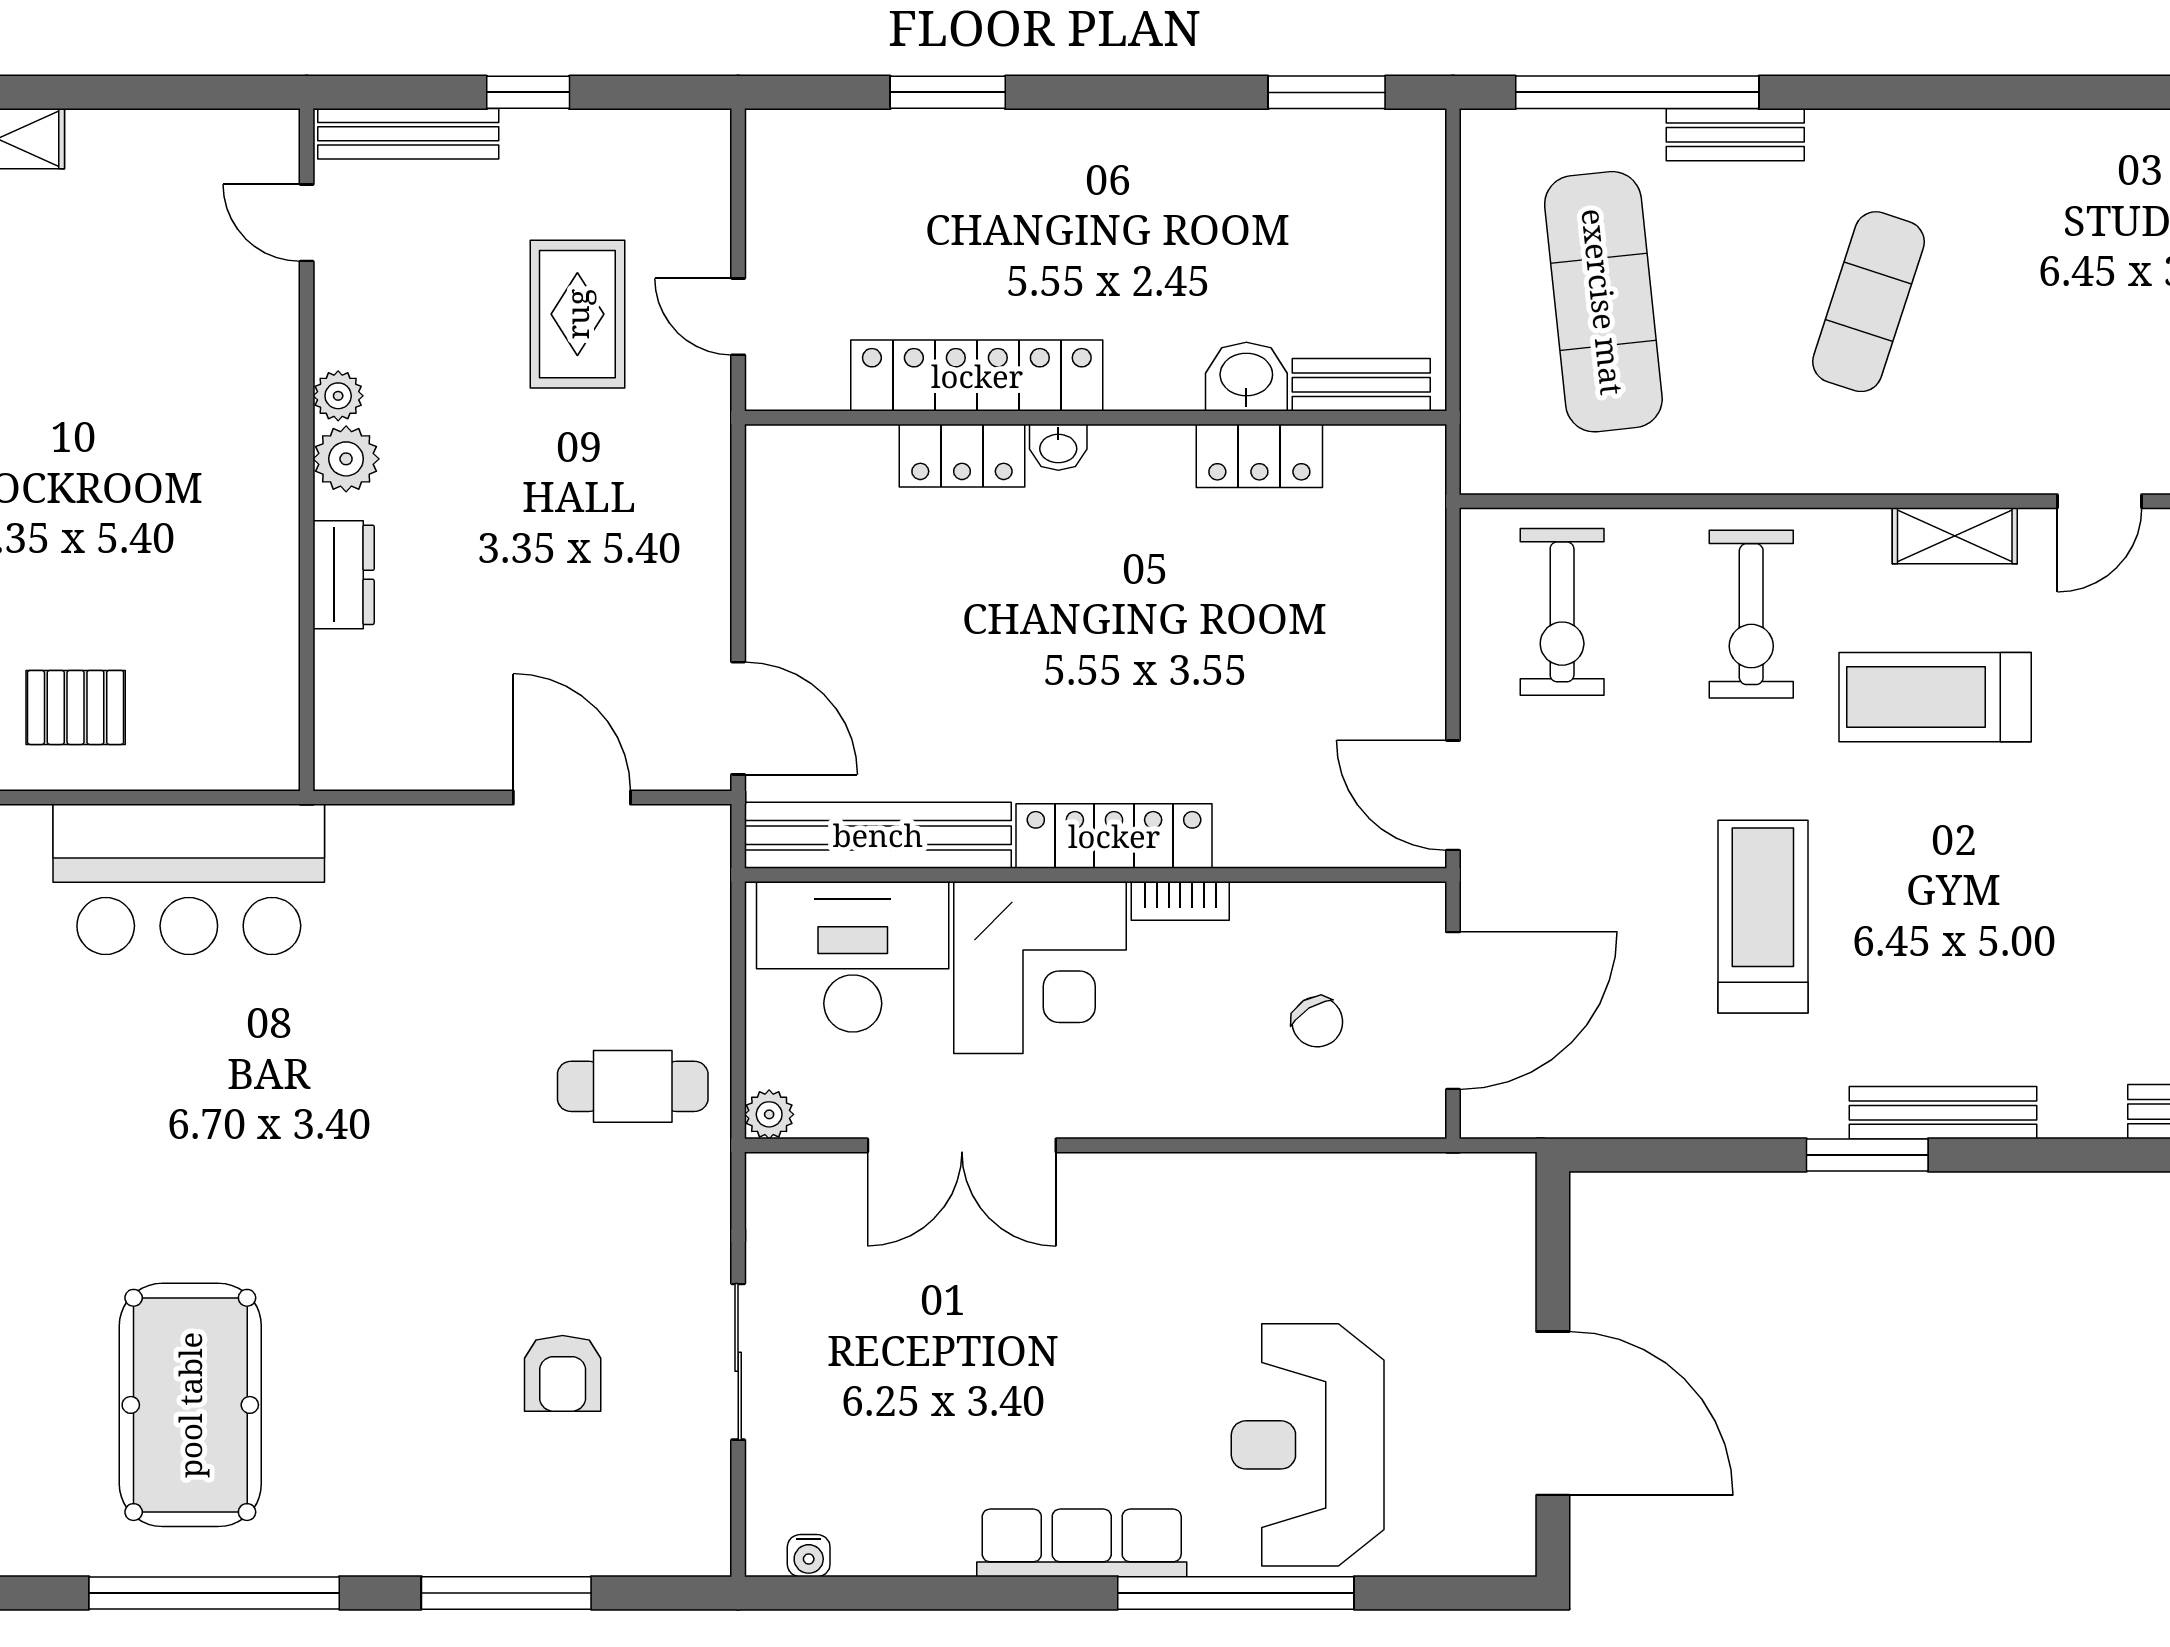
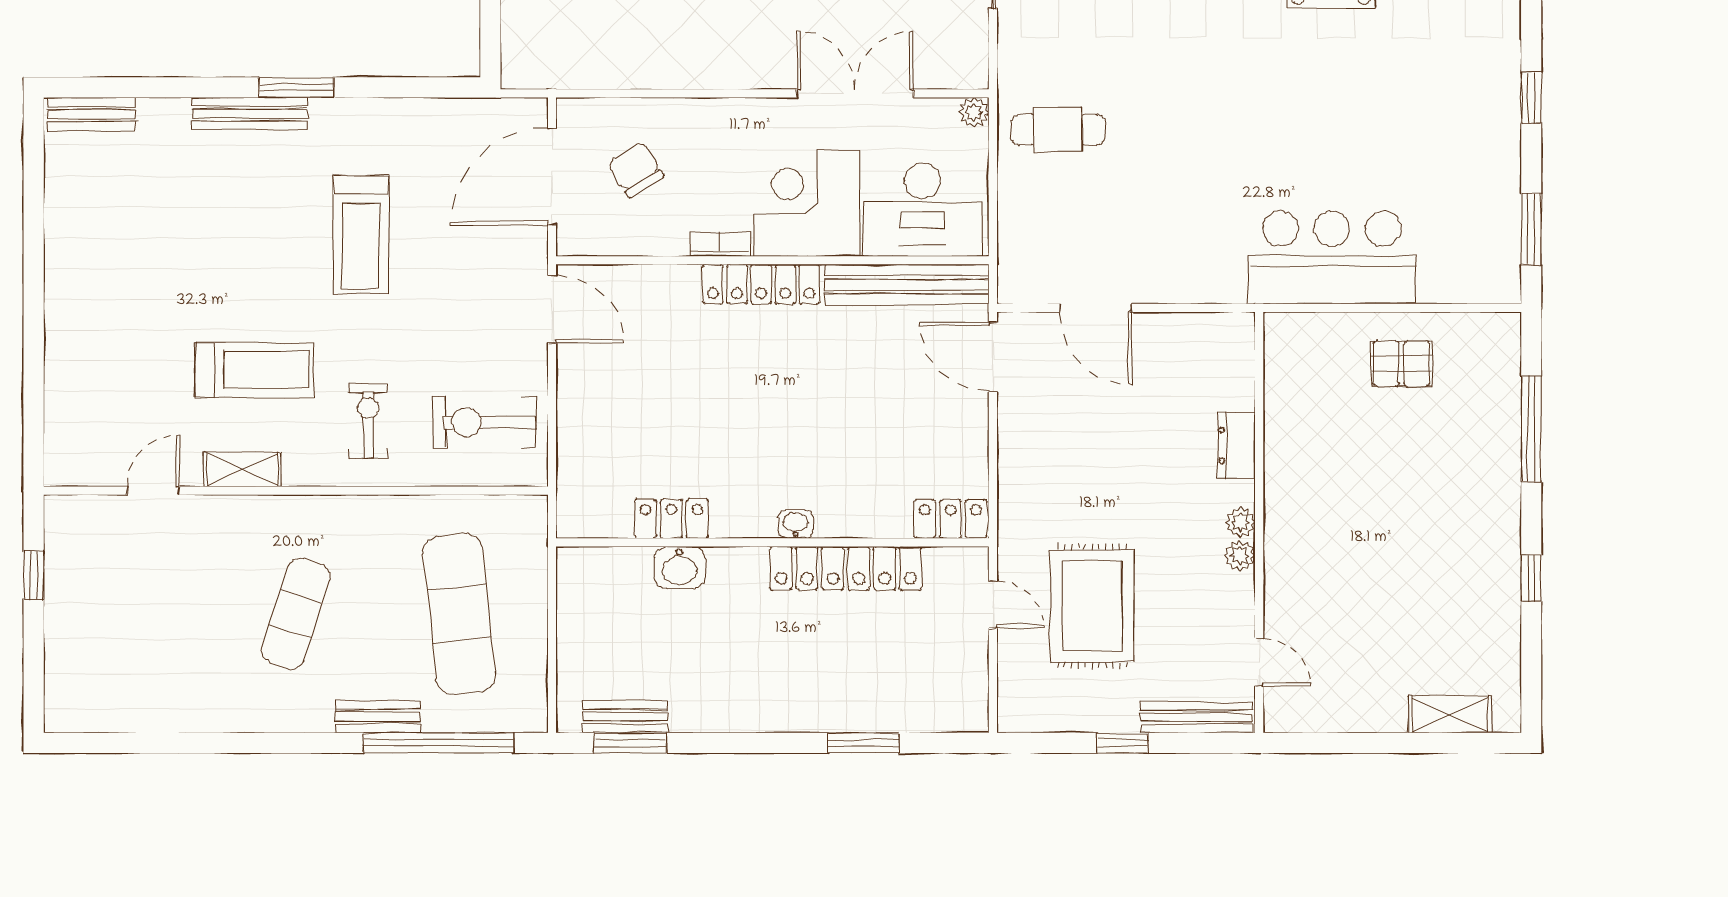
rug: (577, 314) -> (1092, 606), width x1.36, depth x1.43
bench: (1361, 385) -> (625, 717), moved
locker: (962, 456) -> (950, 519), moved
plant: (346, 459) -> (1240, 522), width x0.73, depth x0.73
exercise bike: (1562, 612) -> (485, 422), turned -90
exercise bike: (1751, 614) -> (368, 421), width x0.73, depth x0.72
chair: (1317, 1022) -> (636, 170), width x1.37, depth x1.37

